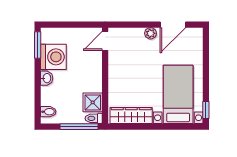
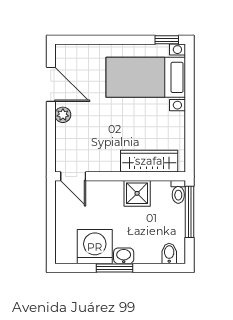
window: (38, 45) -> (115, 268), moved
shower: (93, 102) -> (137, 193), moved
wardrobe: (131, 115) -> (149, 161), moved, turned 90

